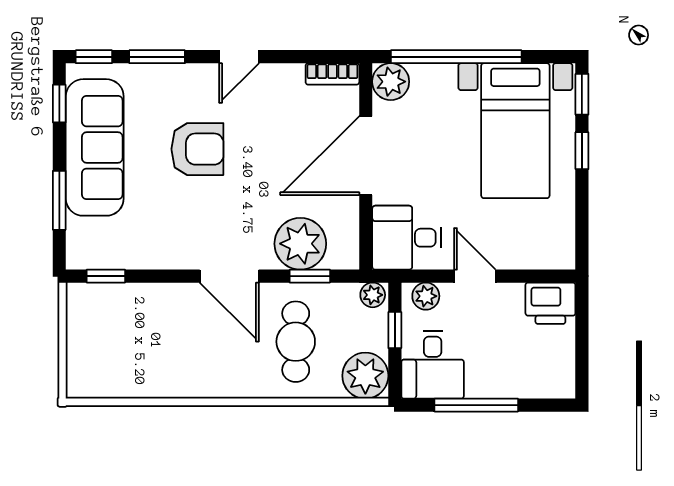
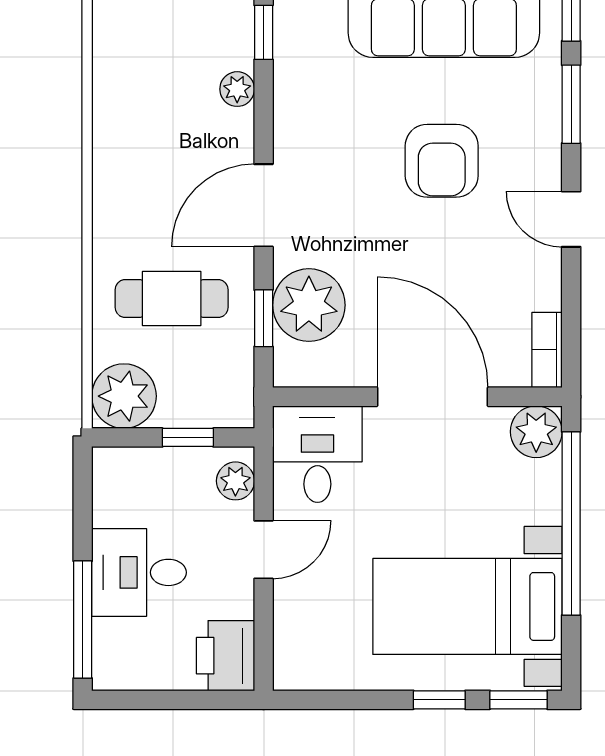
plant: (373, 295) -> (237, 89), moved
desk: (433, 365) -> (139, 572), moved
window: (476, 405) -> (83, 620), moved

